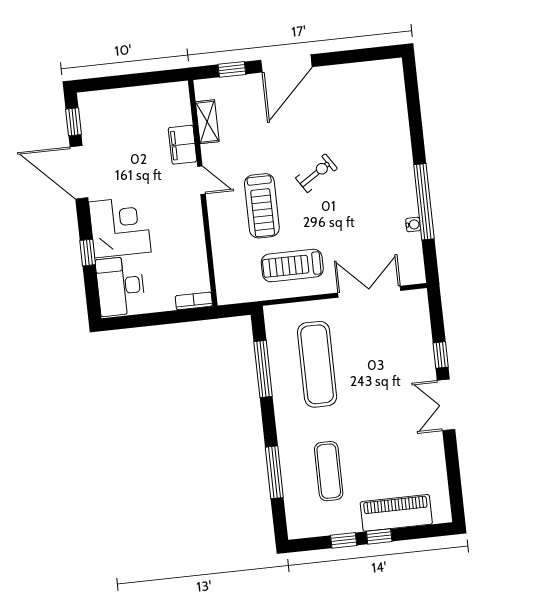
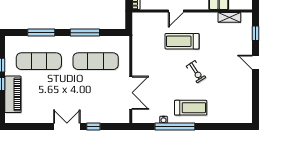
door: (286, 63) -> (255, 62), width x0.53
door: (201, 180) -> (176, 11), moved
treadmill: (292, 266) -> (191, 108), moved, turned 90
window: (263, 369) -> (85, 33), moved
exercise mat: (329, 471) -> (39, 61), width x1.36, depth x1.45

